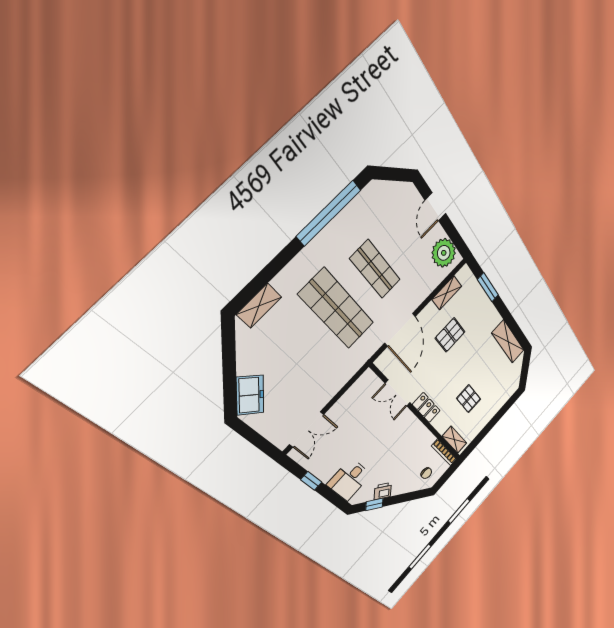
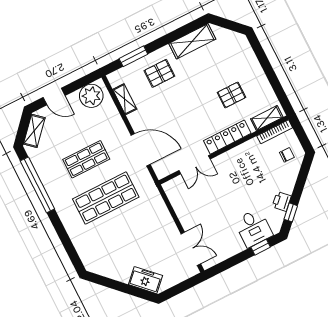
shelving: (259, 306) -> (34, 131), moved, turned 42
pallet: (450, 335) -> (159, 73), moved, turned 90
locker: (426, 408) -> (227, 137), width x1.53
window: (311, 481) -> (261, 247), moved

